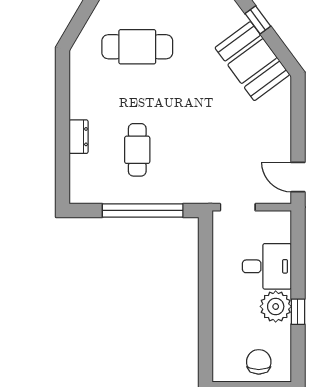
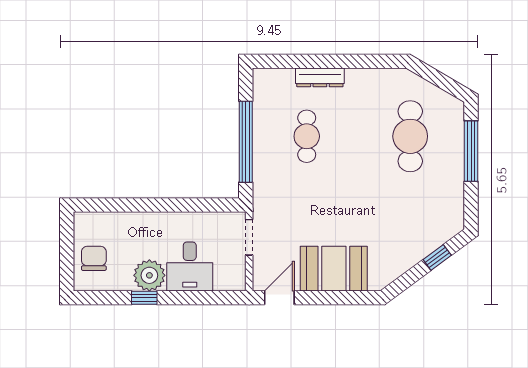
booth: (252, 61) -> (334, 269), moved, turned 36
dresser: (79, 137) -> (320, 77), width x1.44
cafe table: (137, 150) -> (307, 136), turned 90
chair: (259, 362) -> (94, 258), turned -90

